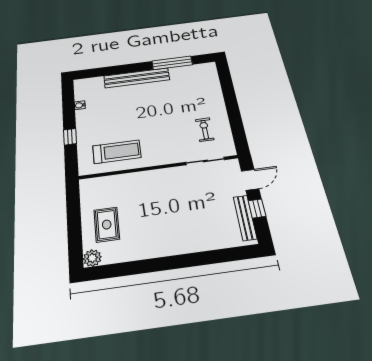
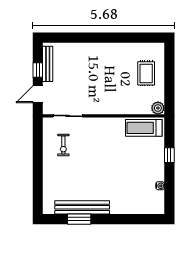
window: (172, 63) -> (79, 219), width x0.69
bench: (137, 78) -> (82, 207), moved
treadmill: (117, 152) -> (144, 128), moved
plant: (92, 258) -> (158, 108), moved

